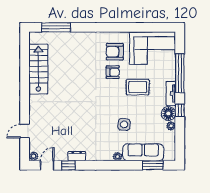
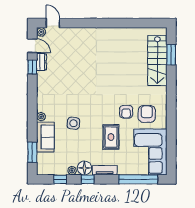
window: (56, 27) -> (171, 55), width x0.69
stairs: (38, 69) -> (157, 60), moved, turned 90
window: (180, 73) -> (138, 179), moved
door: (25, 131) -> (53, 23), moved
window: (180, 138) -> (60, 179), added
sofa: (143, 152) -> (45, 137), width x0.73
dresser: (77, 156) -> (42, 62), moved

